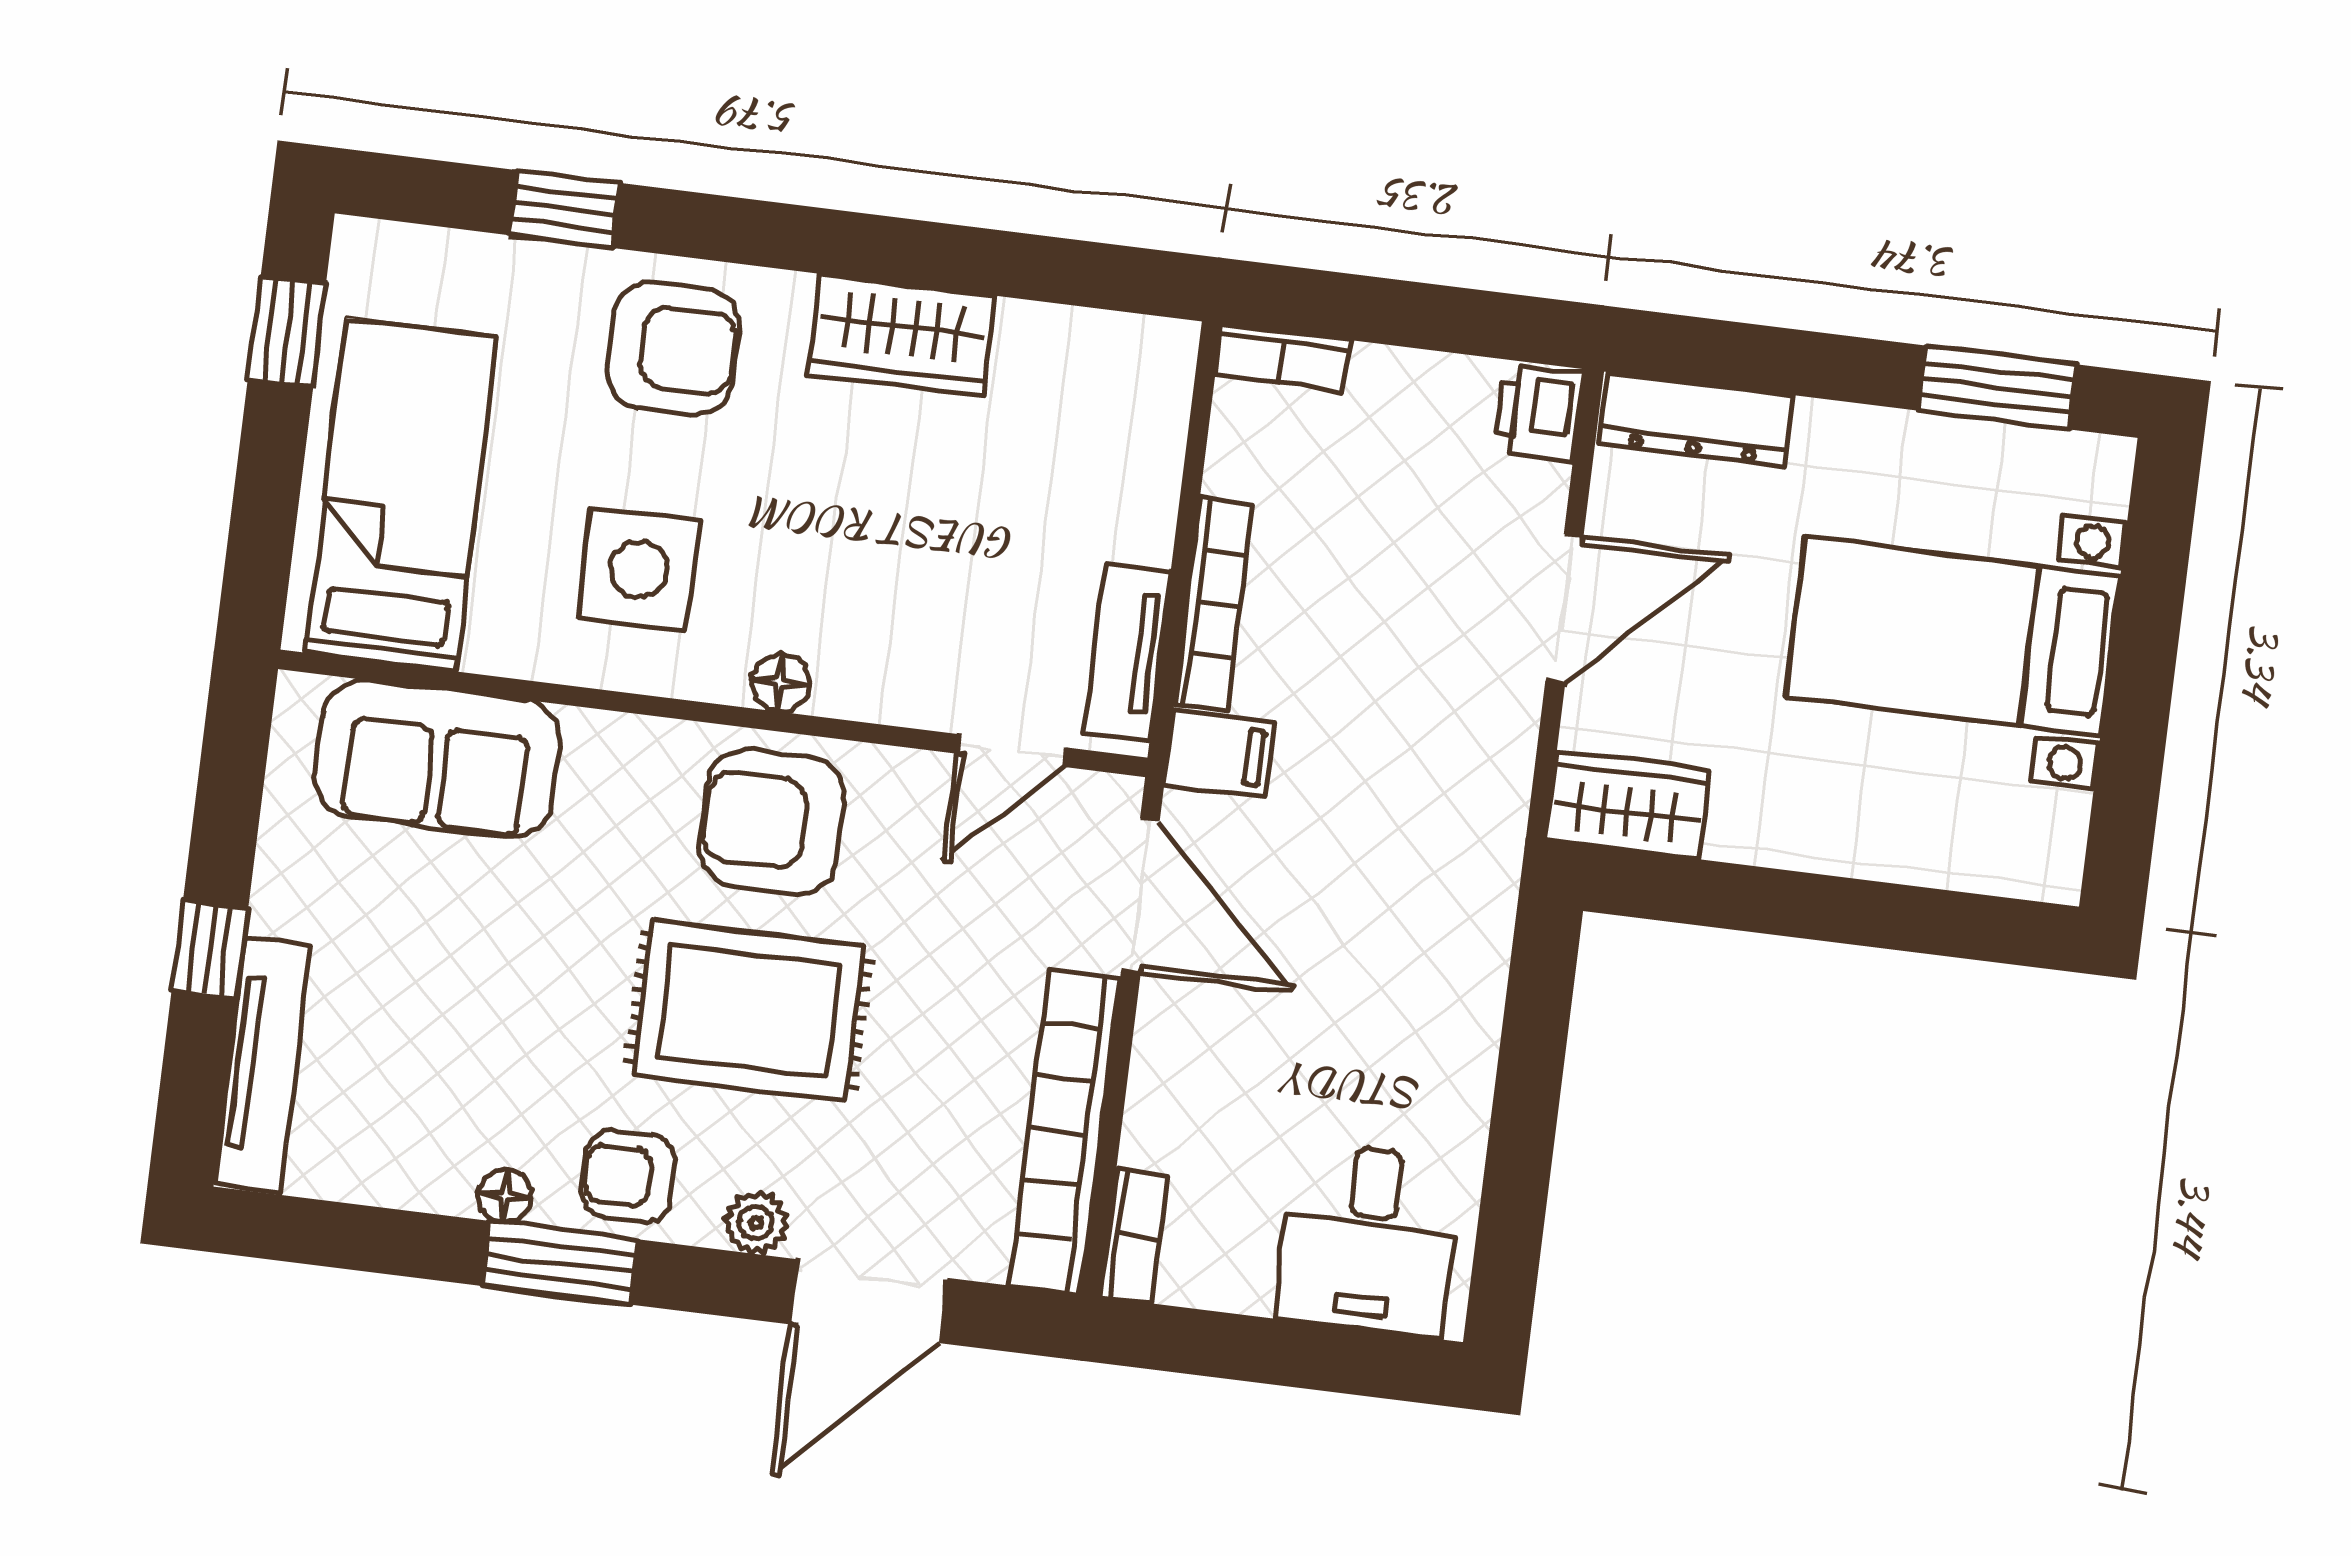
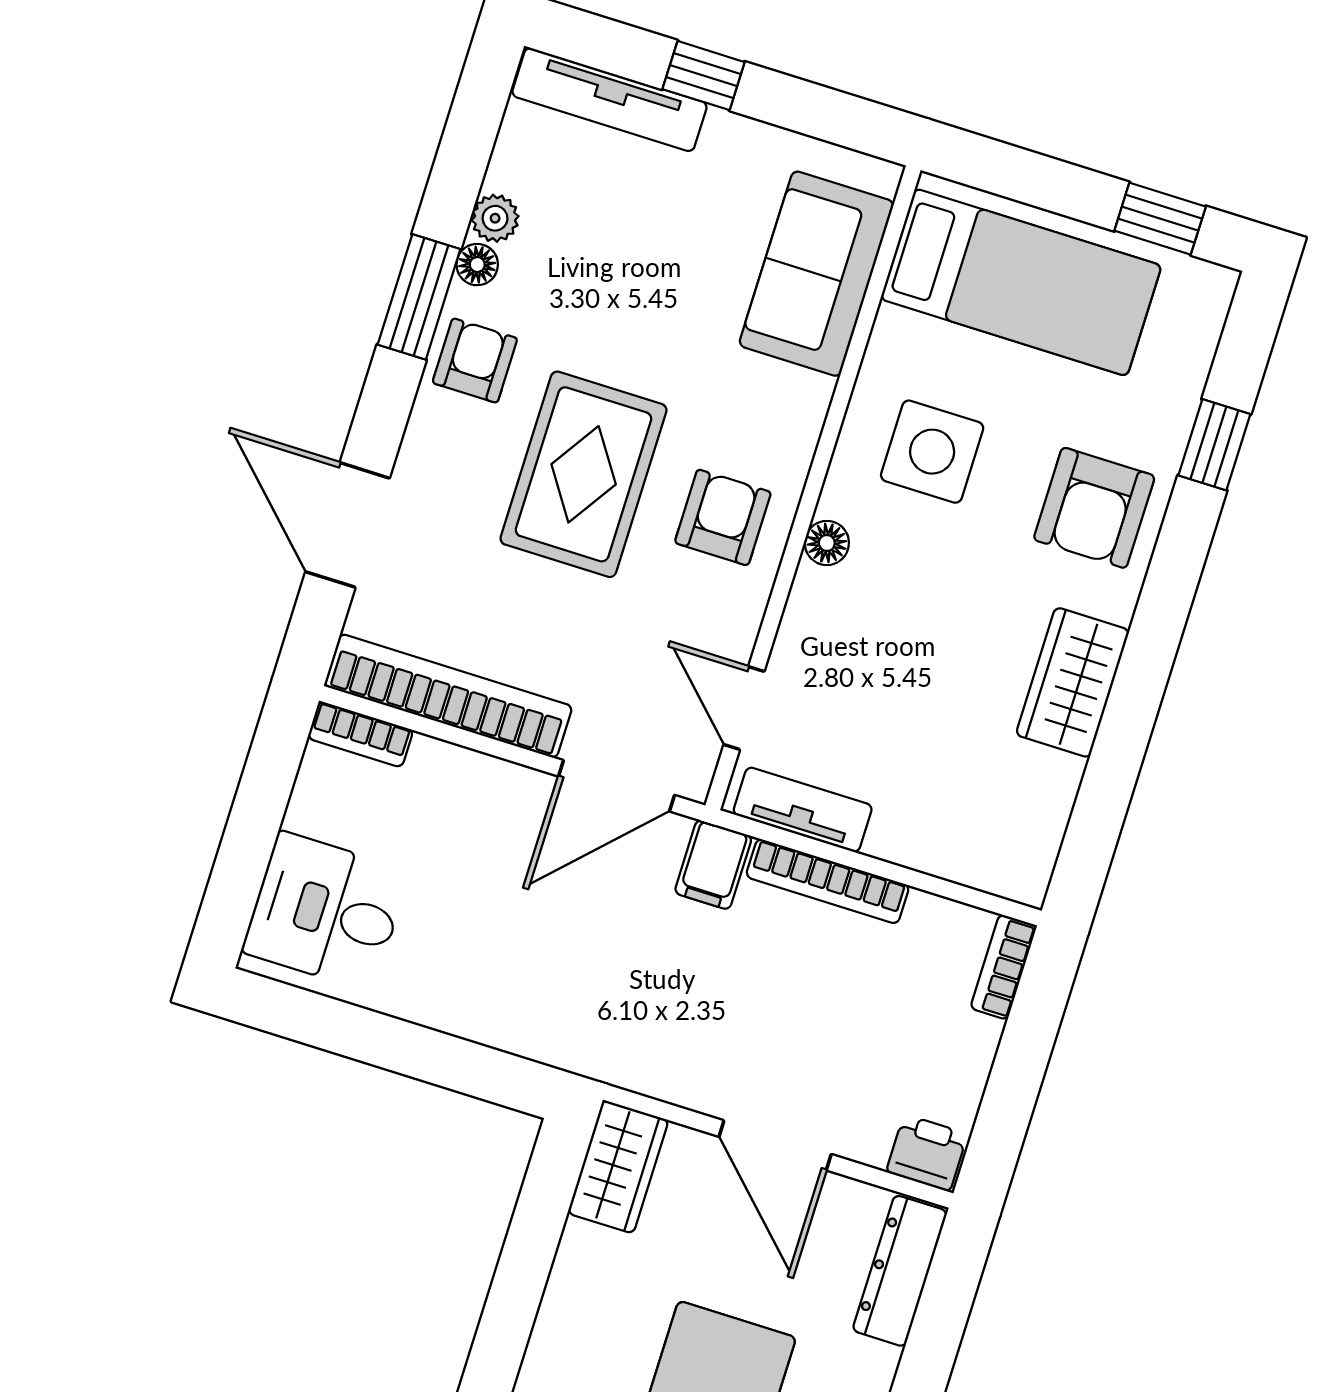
armchair: (772, 822) -> (723, 517), width x0.72, depth x0.72
plant: (756, 1223) -> (495, 218), moved

